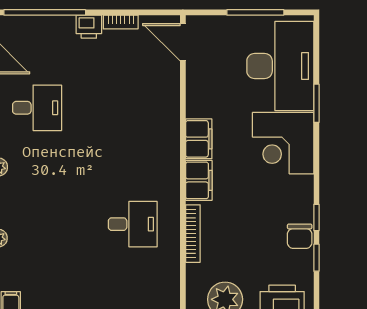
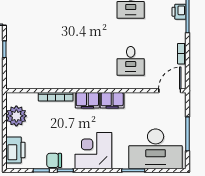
printer: (89, 27) -> (179, 12), moved
corner desk: (283, 143) -> (93, 151), moved
desk: (133, 224) -> (131, 61), moved

